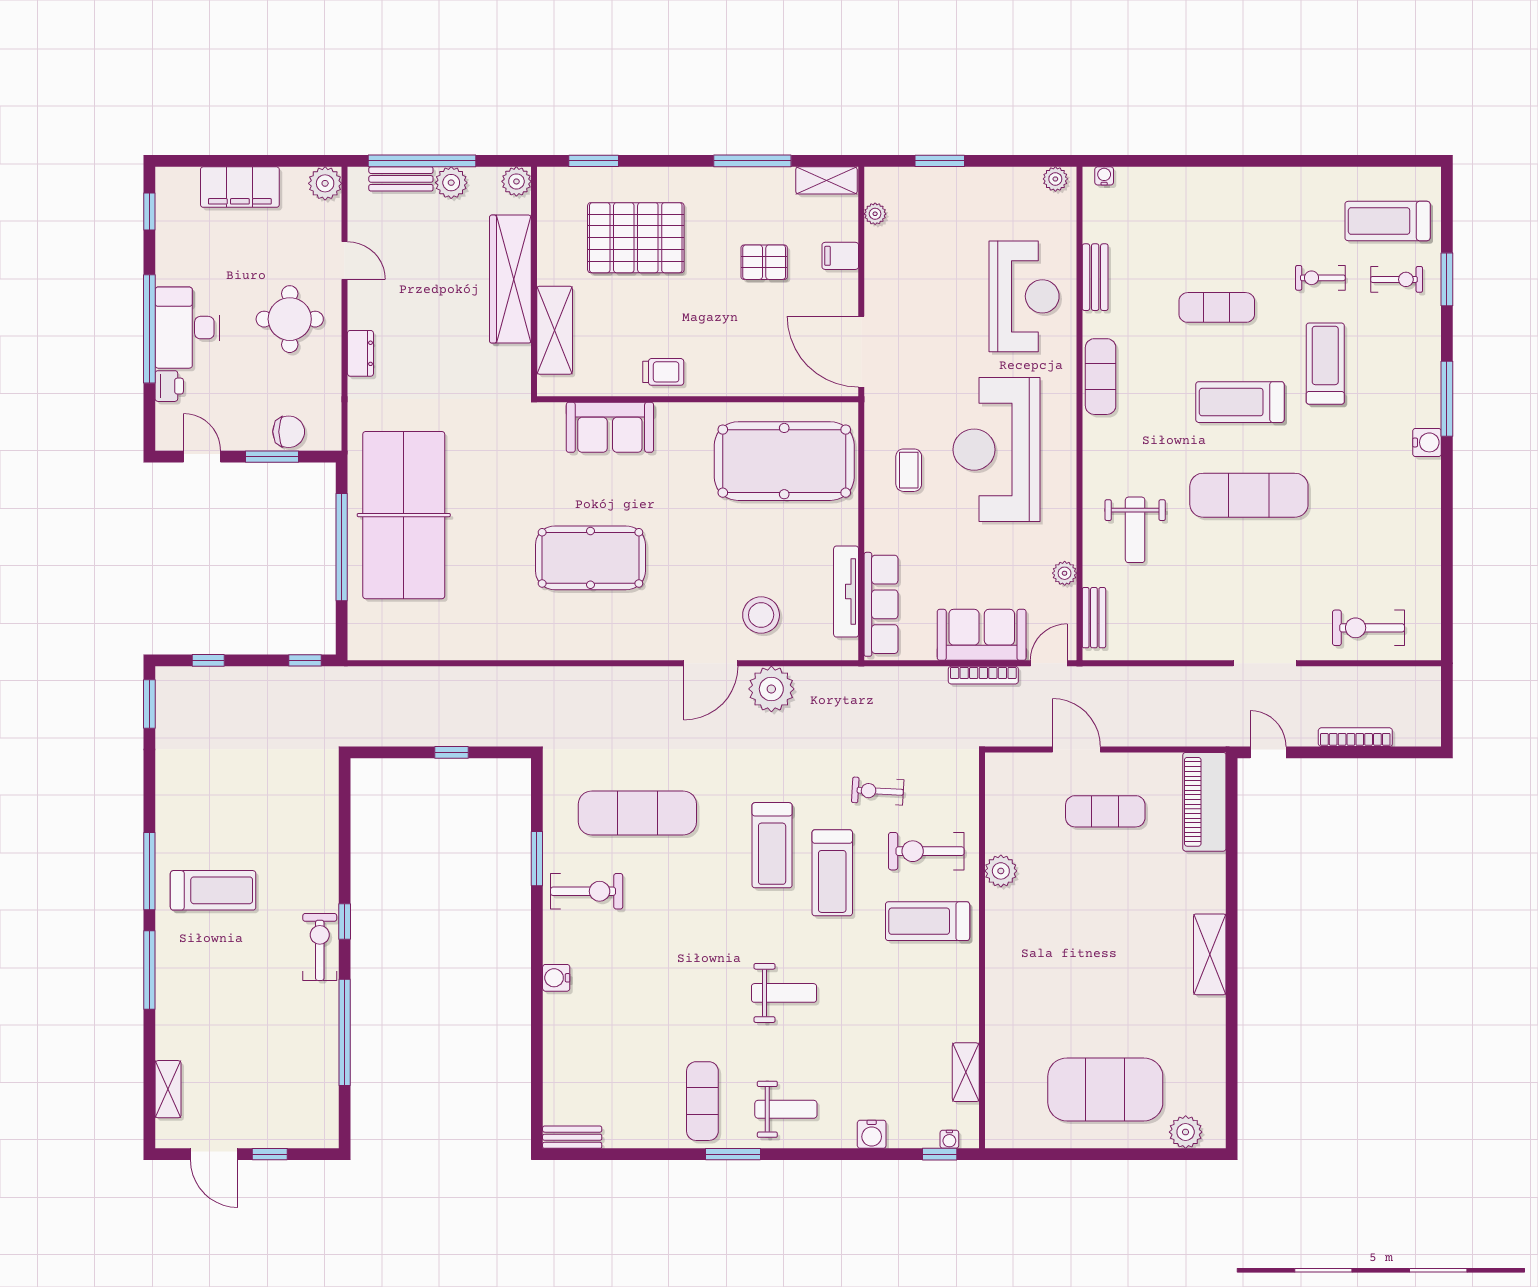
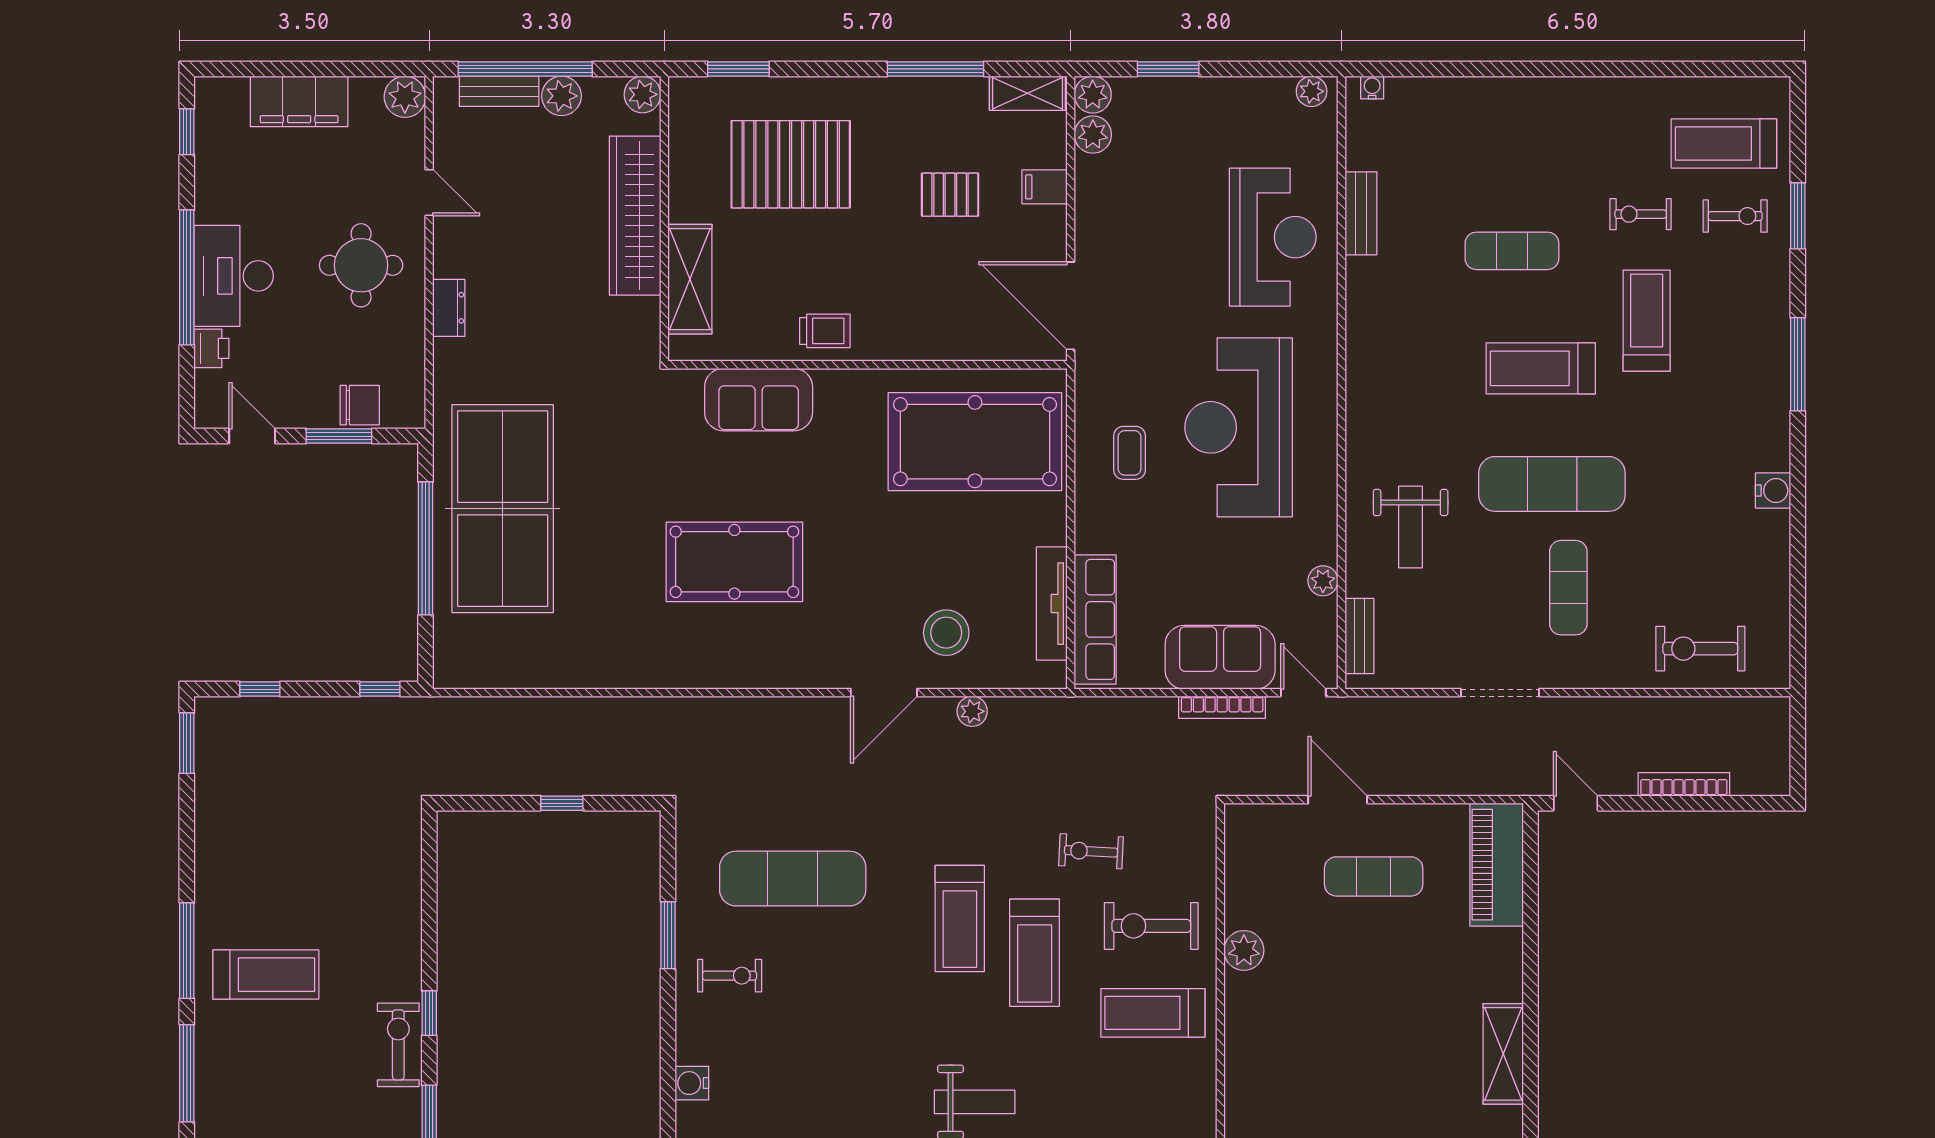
plant: (879, 182) -> (1093, 95), added
plant: (875, 214) -> (1093, 135), width x1.38, depth x1.38
exercise mat: (1101, 377) -> (1568, 588), moved
water cooler: (1427, 442) -> (1773, 490), moved
door: (1049, 663) -> (1303, 693), hinge flipped
doorway: (1265, 663) -> (1500, 693), moved
plant: (771, 689) -> (972, 711), width x0.53, depth x0.53
exercise bike: (587, 891) -> (730, 976), width x0.73, depth x0.72

